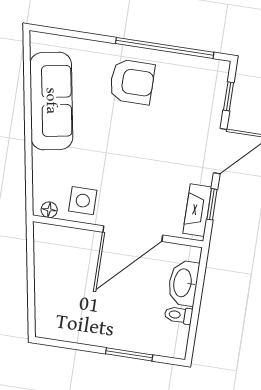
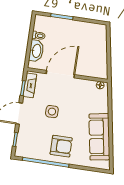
armchair: (132, 82) -> (61, 146), turned 180
side table: (83, 201) -> (52, 112), moved

